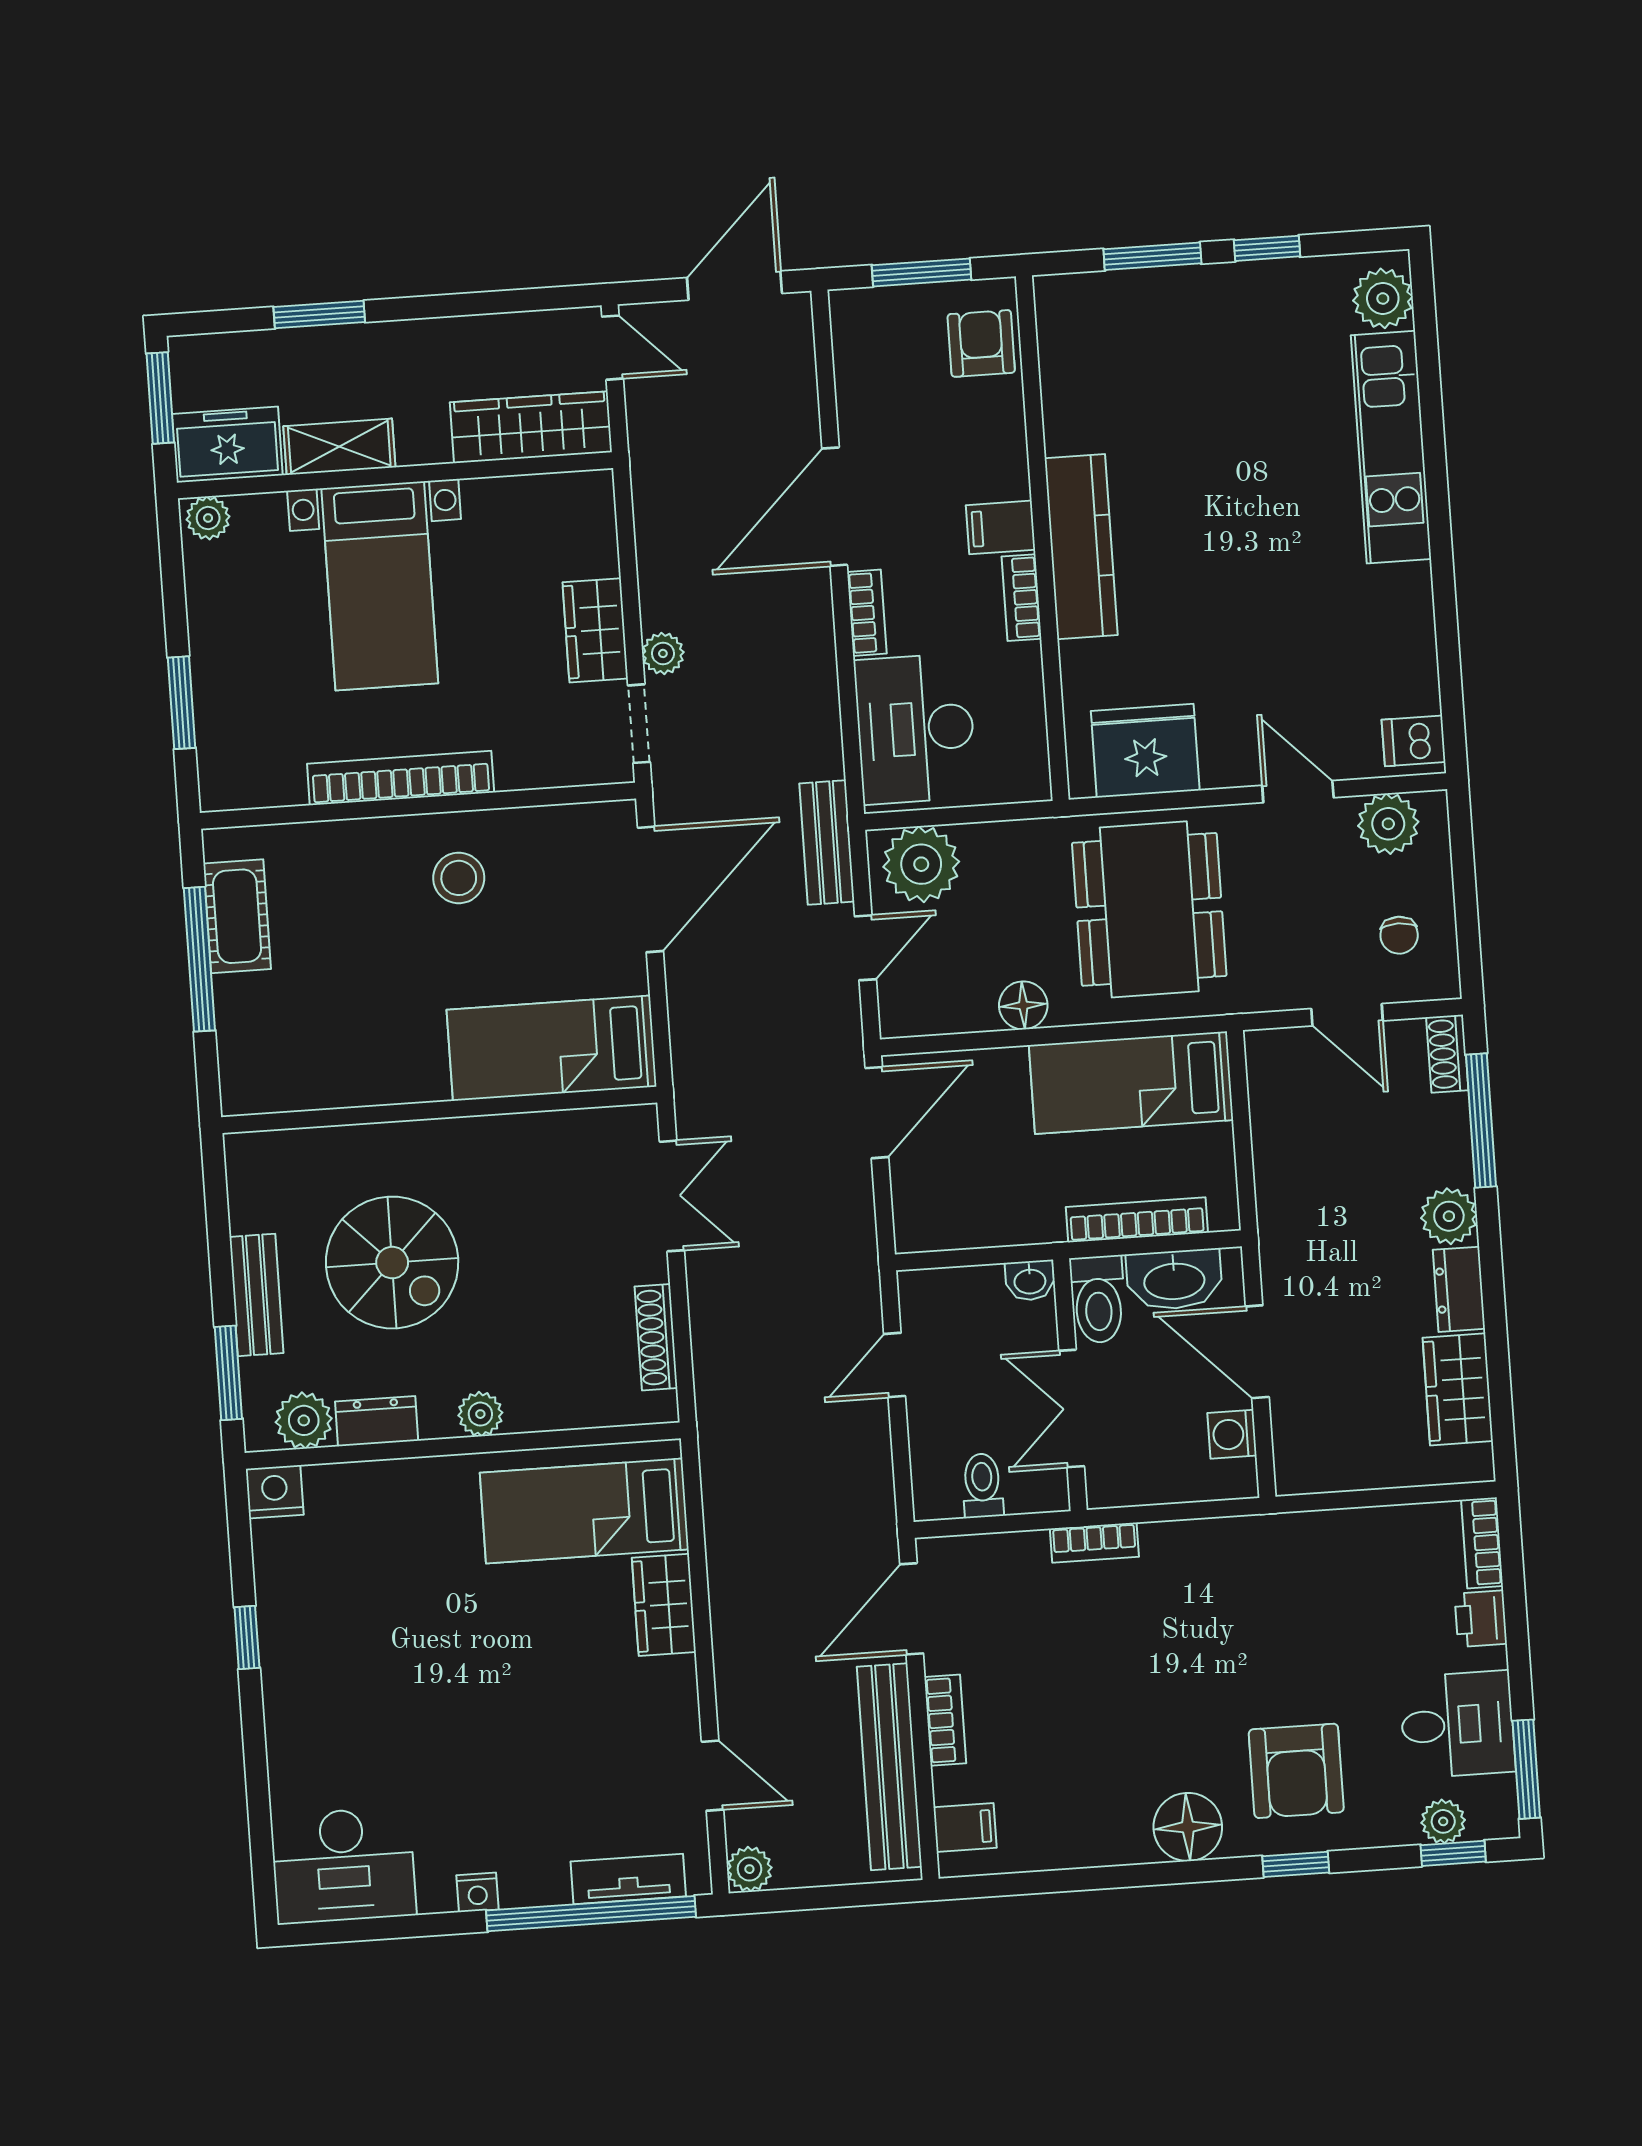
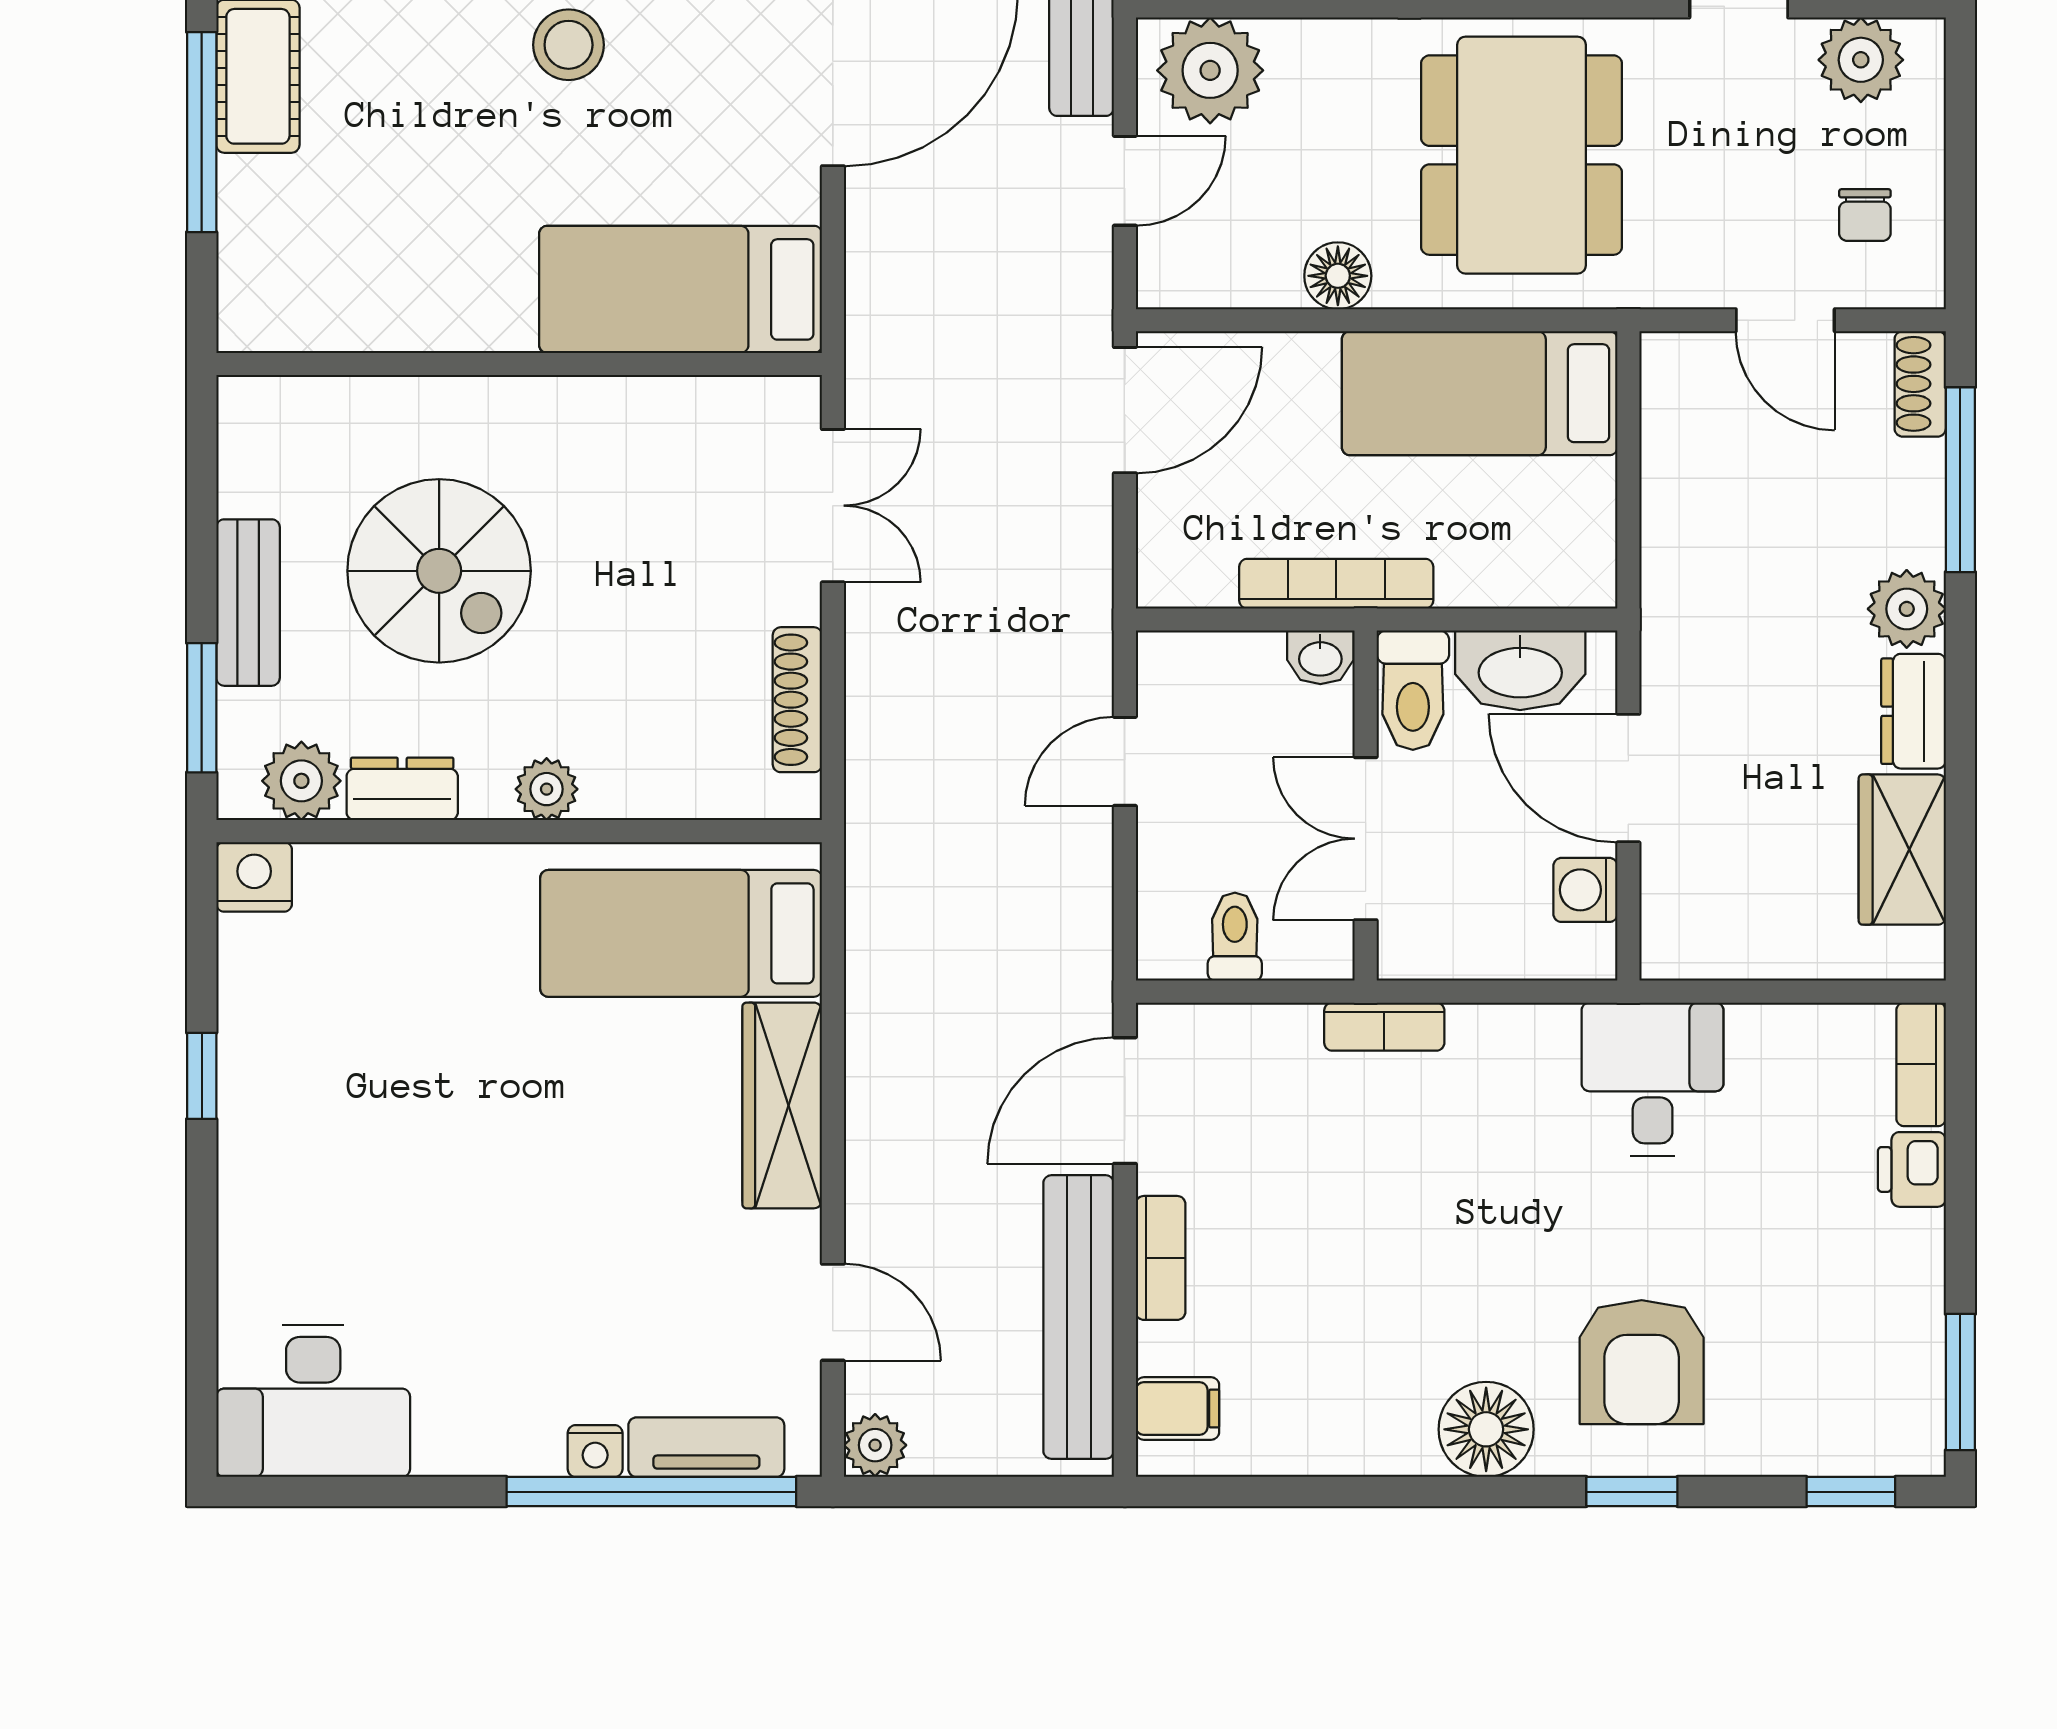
bookcase: (1137, 1220) -> (1336, 584), moved
wardrobe: (664, 1605) -> (782, 1105), width x1.50
desk: (1457, 1725) -> (1653, 1079), moved, turned -90
plant: (1443, 1821) -> (1840, 1446), removed
nightstand: (477, 1892) -> (595, 1451), moved

